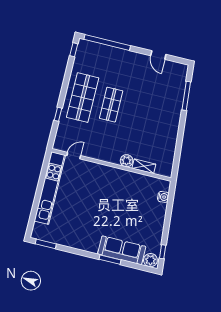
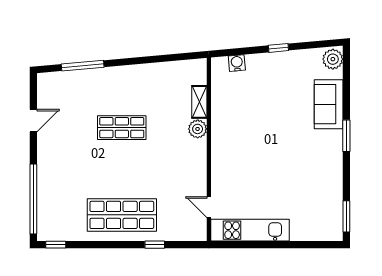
shop shelf: (111, 105) -> (122, 128), moved
kitchen unit: (50, 188) -> (250, 230), width x0.73
sofa: (122, 250) -> (329, 104), width x0.73
window: (163, 252) -> (278, 48), moved
window: (110, 260) -> (346, 136), moved

